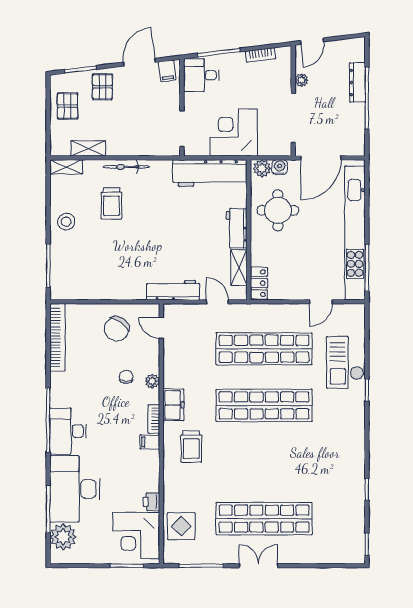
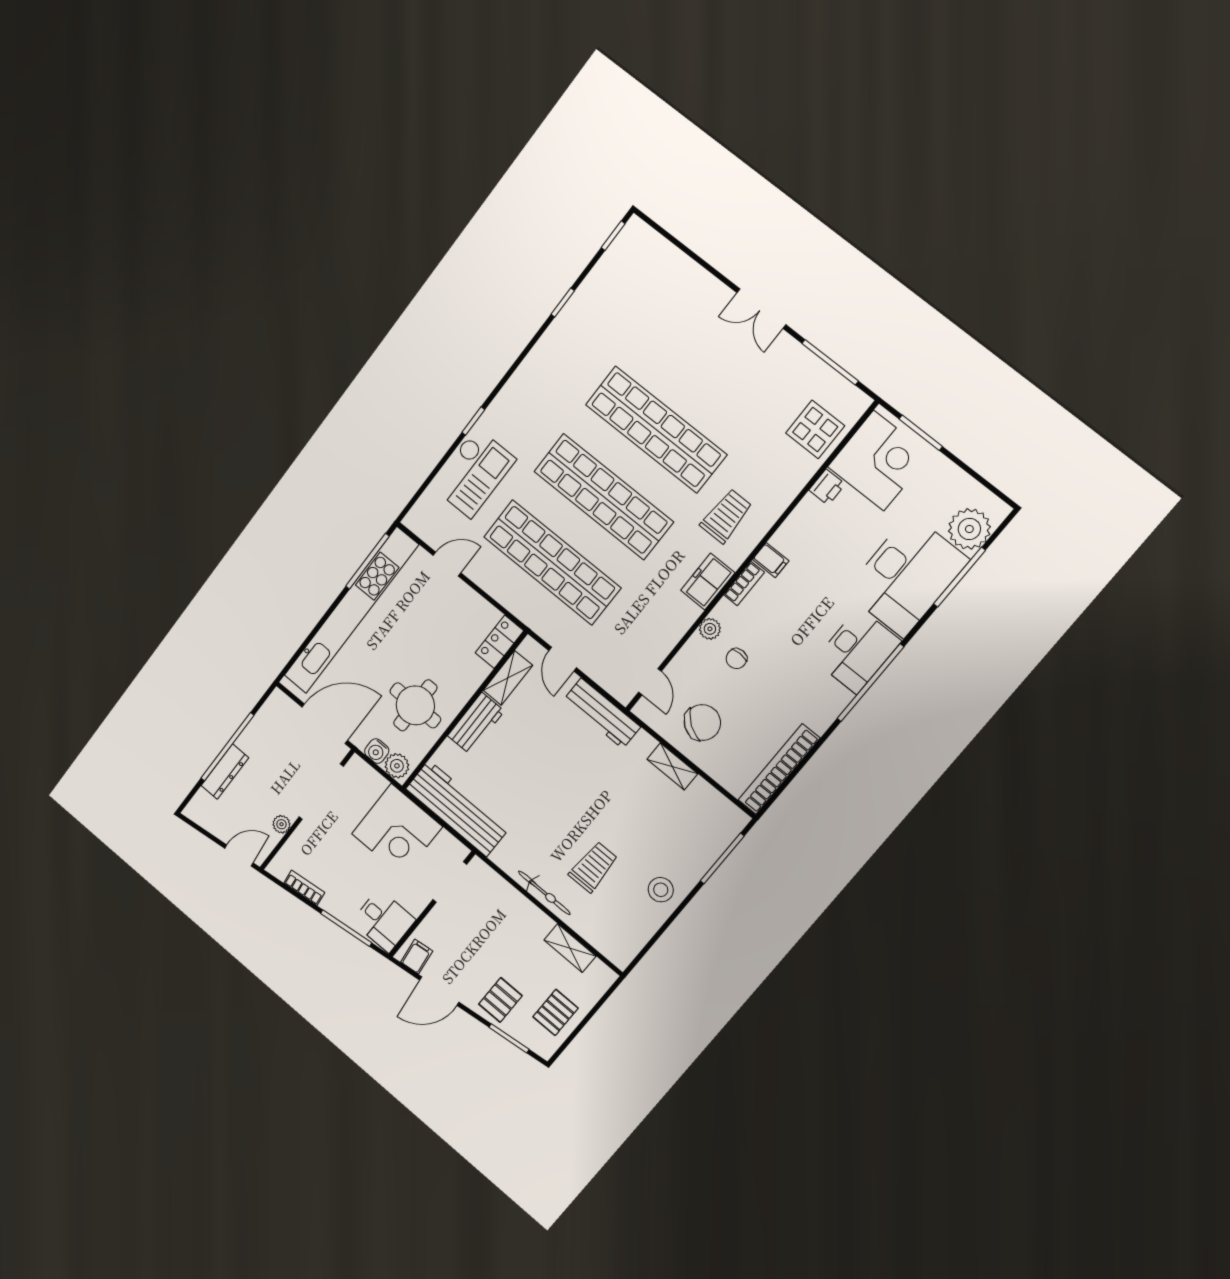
shelving: (66, 167) -> (672, 766), moved
shop shelf: (264, 519) -> (656, 430), moved

